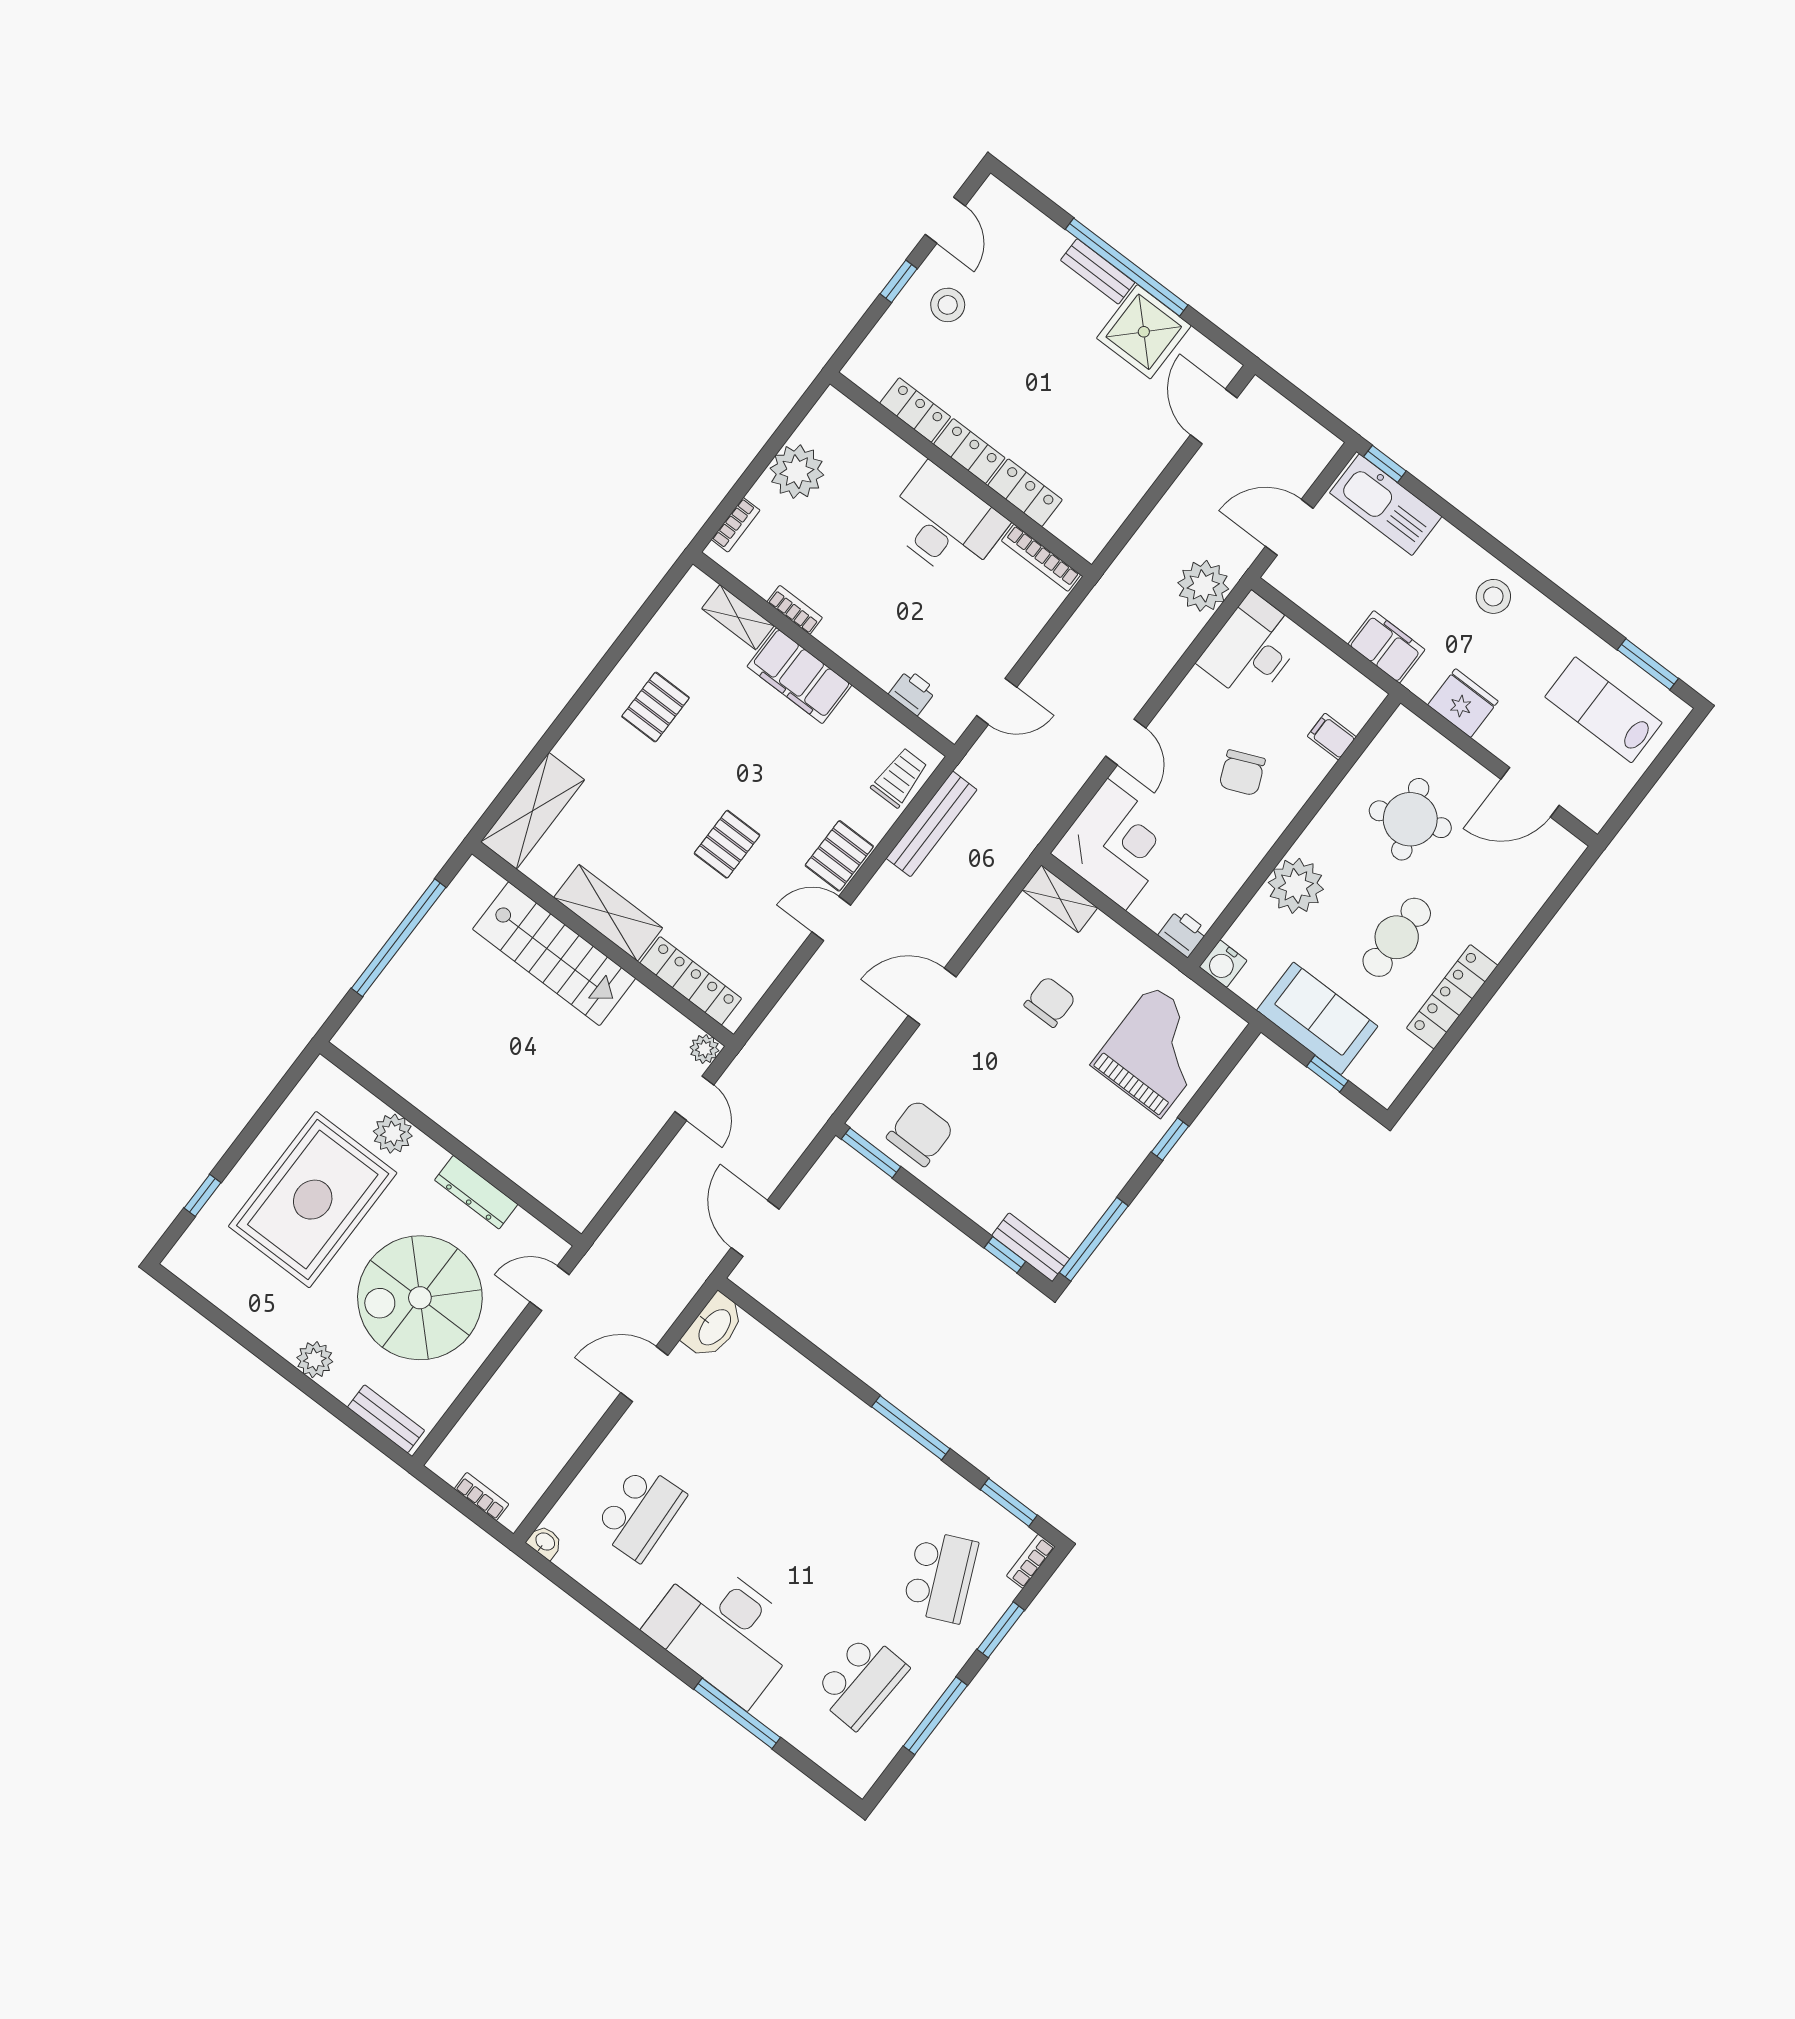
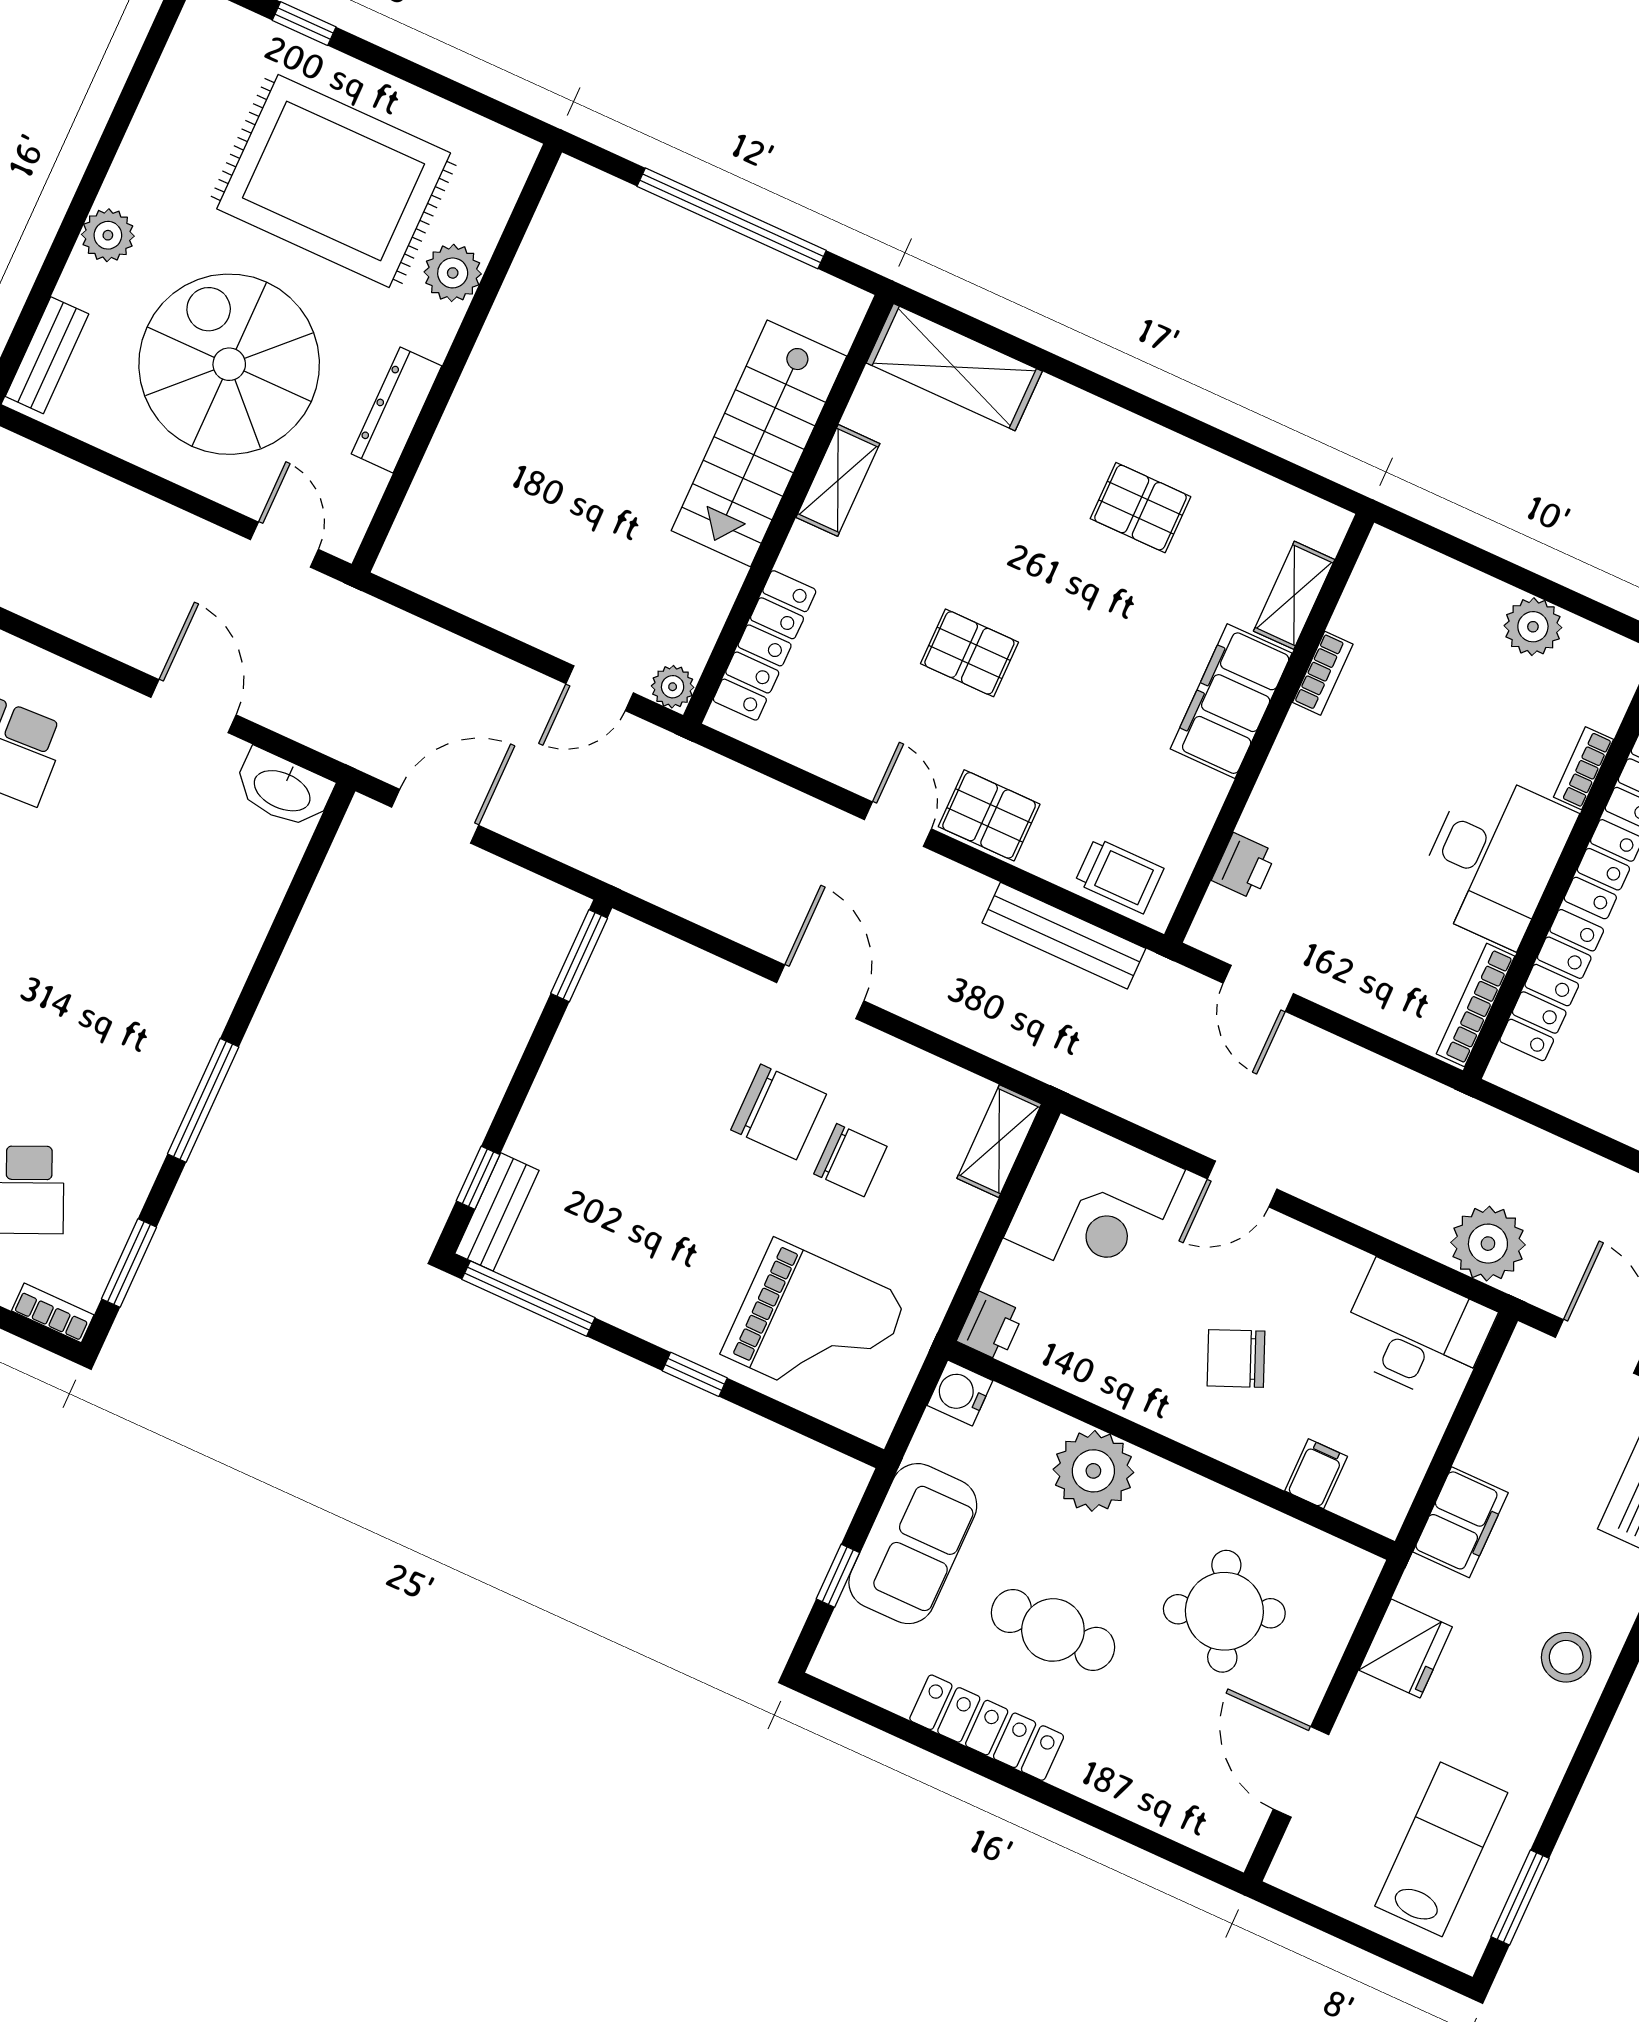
plant: (797, 472) -> (1533, 627), width x0.73, depth x0.73
locker: (1025, 493) -> (1552, 985), width x1.53
bookcase: (736, 525) -> (1584, 768), moved, turned 90
shelving: (608, 913) -> (838, 480), width x0.67, depth x0.75
chair: (920, 1133) -> (779, 1112), moved

